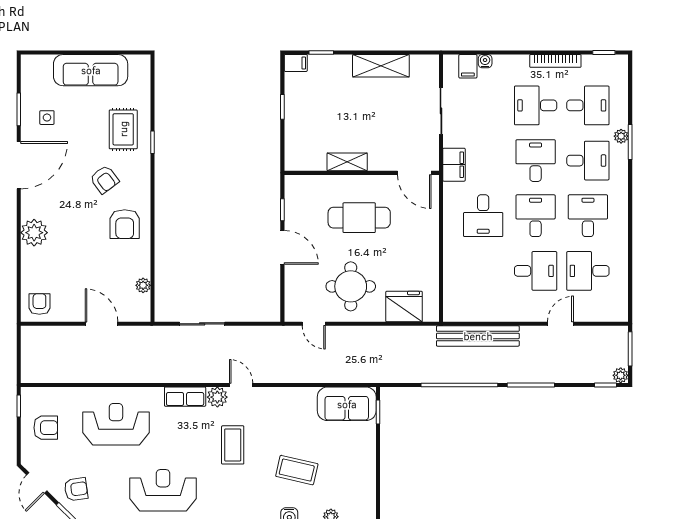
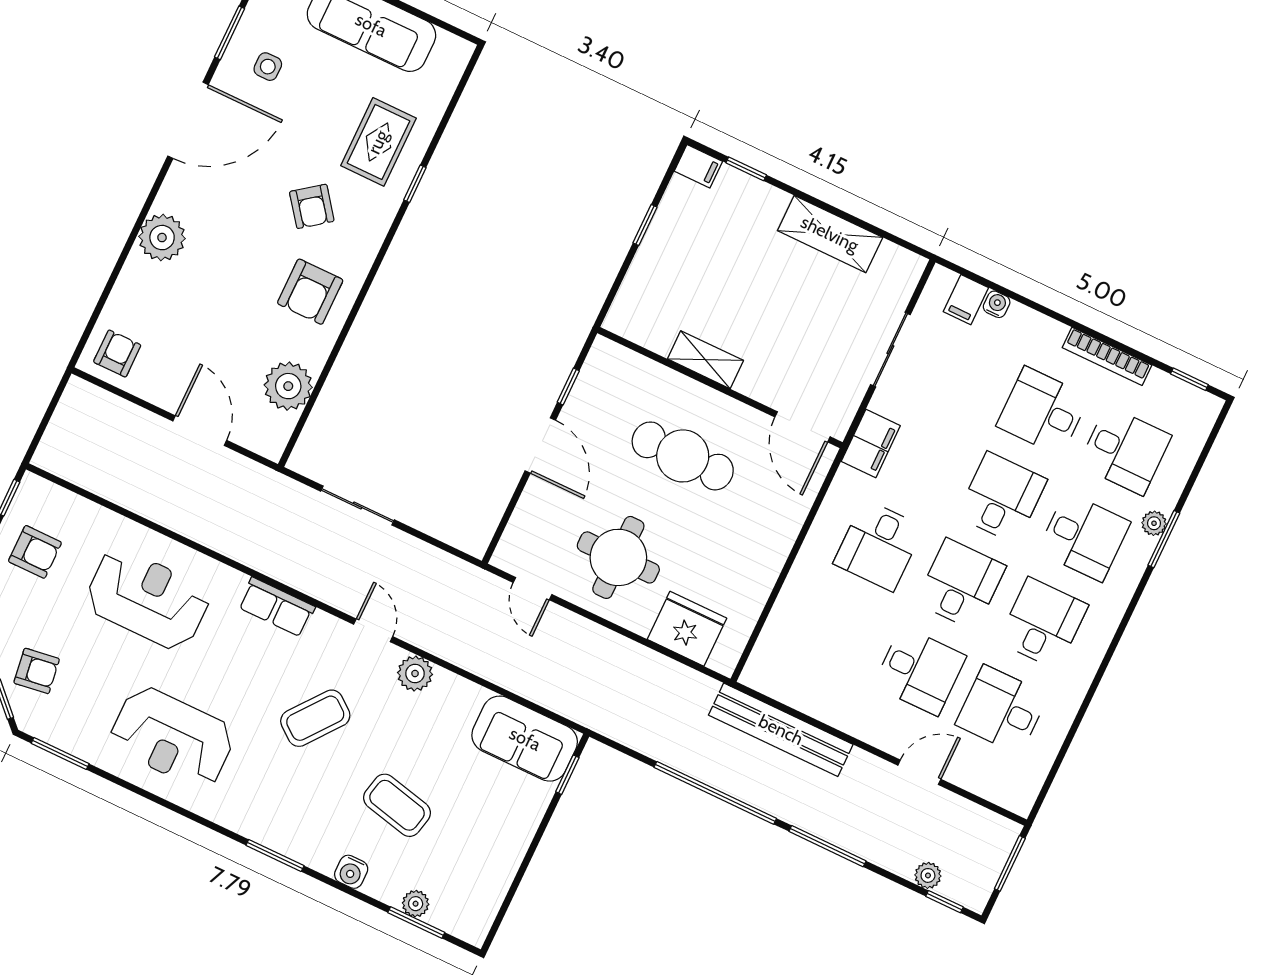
plant: (143, 285) -> (288, 386), width x1.88, depth x1.88
plant: (621, 375) -> (928, 875), moved
plant: (217, 397) -> (415, 673), moved
coffee table: (233, 445) -> (315, 718), turned 38
reception desk: (163, 490) -> (172, 737), turned 180

